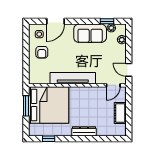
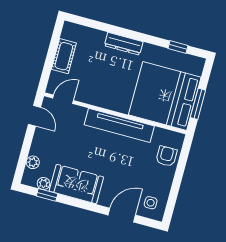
armchair: (42, 52) -> (166, 156), moved

